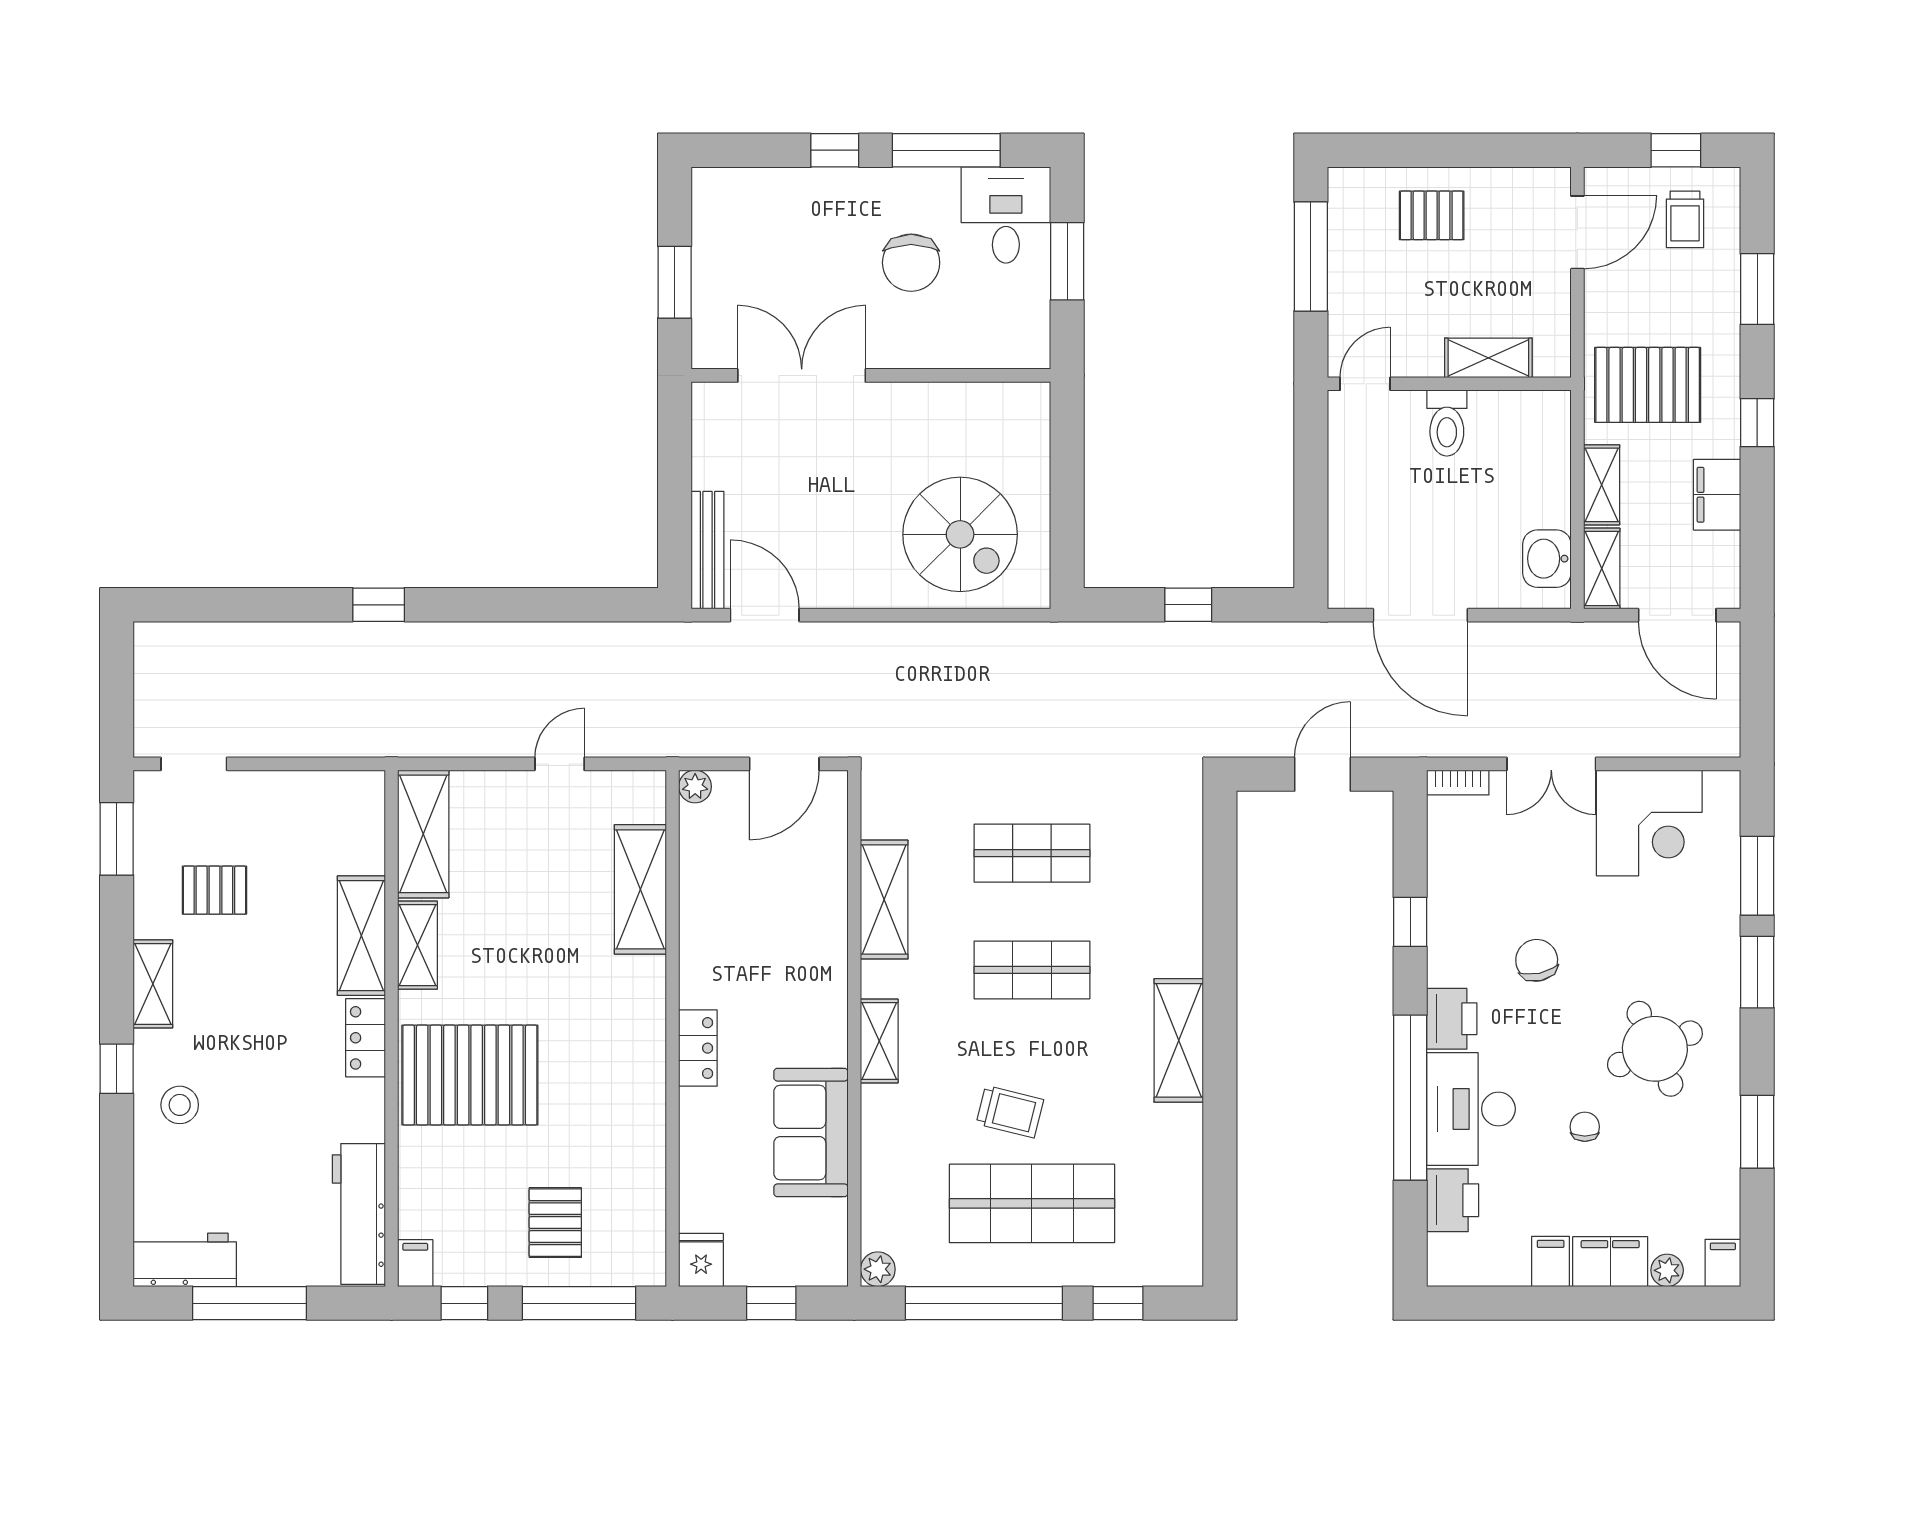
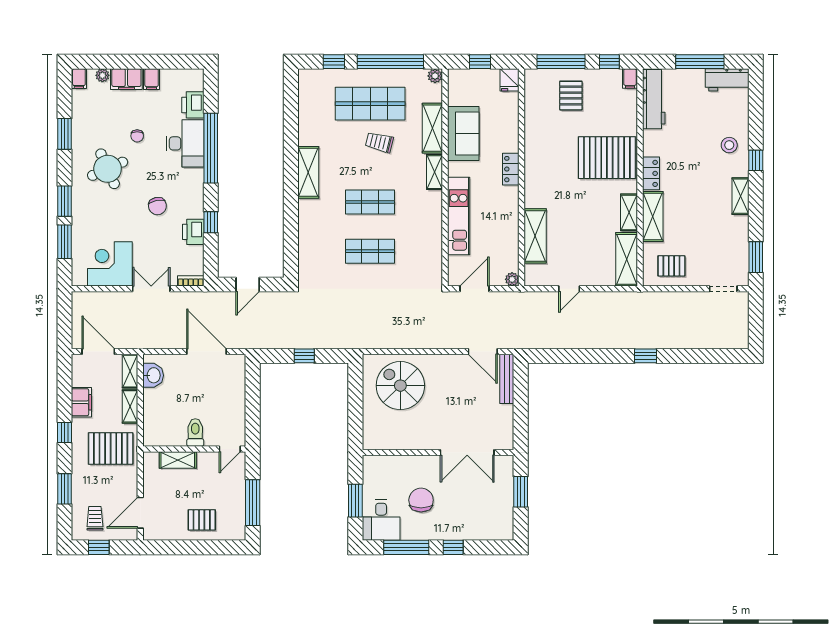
pallet: (214, 890) -> (671, 266), moved
shelving: (884, 900) -> (432, 128), moved
kitchen unit: (822, 937) -> (459, 216), added
printer: (1452, 1019) -> (193, 232), moved

